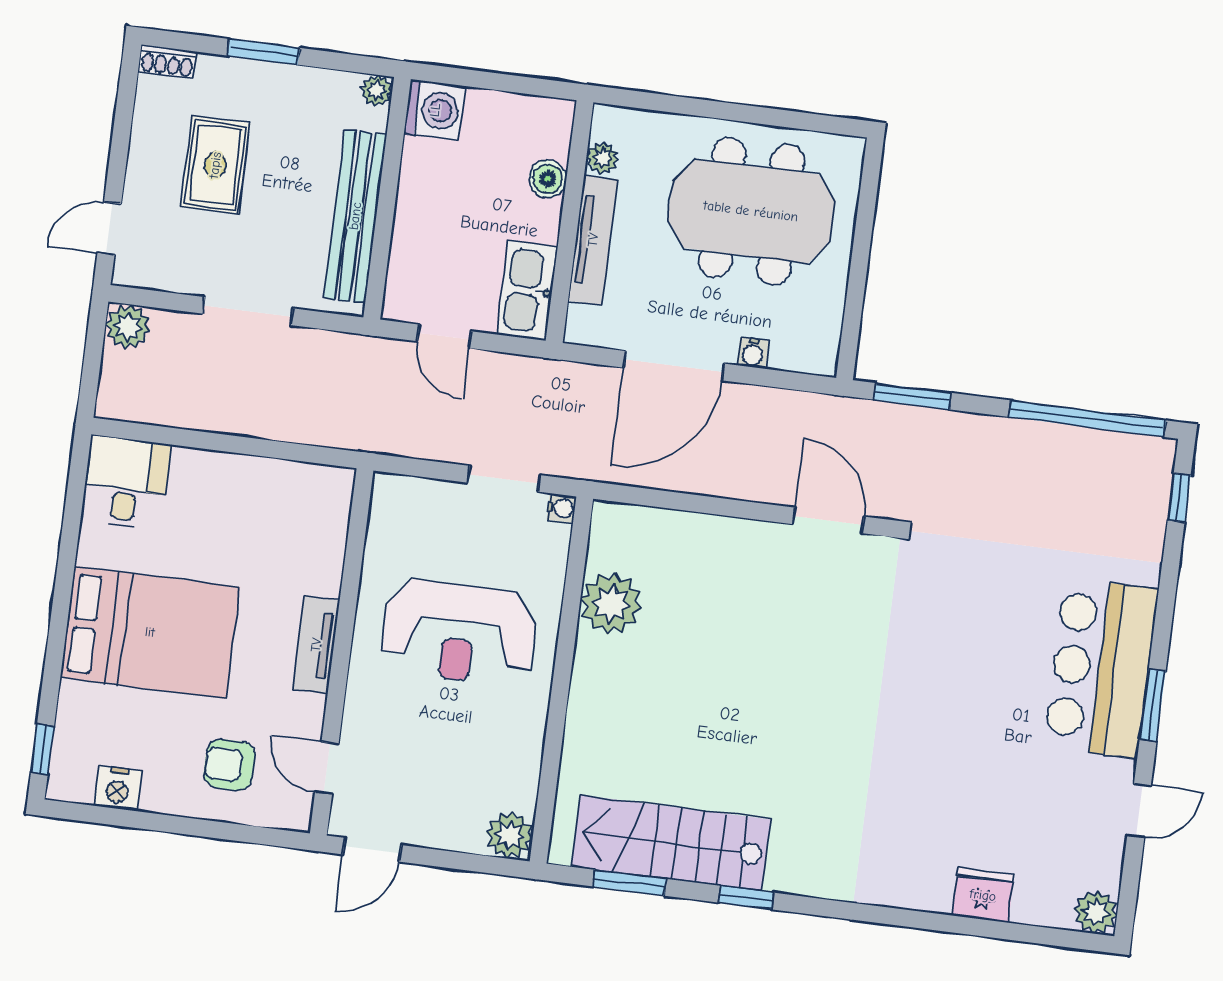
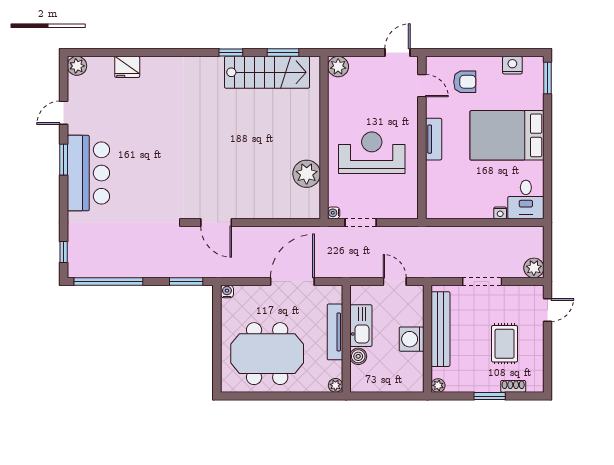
shoe rack: (167, 62) -> (513, 386), moved
washing machine: (435, 110) -> (412, 339), moved
plant: (602, 158) -> (335, 385), moved
kitchen sink: (527, 291) -> (361, 326), moved
water cooler: (753, 353) -> (227, 292), moved
nightstand: (187, 460) -> (500, 213), added
window: (42, 749) -> (547, 78), width x1.50

